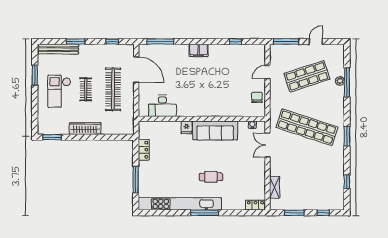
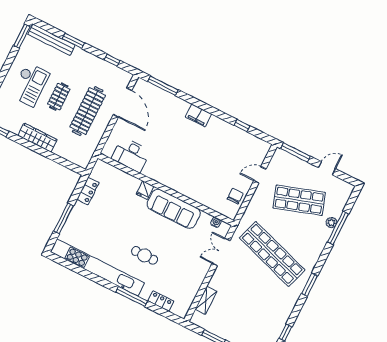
window: (35, 75) -> (22, 36), moved
checkout: (59, 91) -> (30, 85), turned 180
locker: (255, 205) -> (161, 301), moved
window: (205, 213) -> (132, 296), moved

